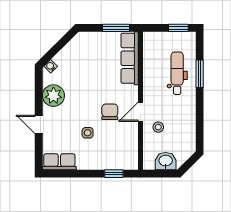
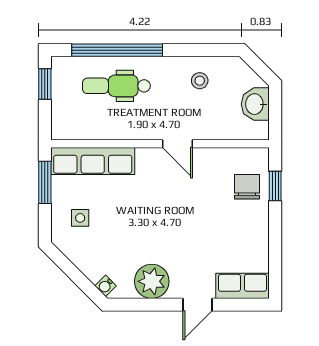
window: (200, 74) -> (117, 50), width x2.11
chair: (110, 112) -> (247, 187), moved, turned 90
stool: (158, 127) -> (200, 81), moved
side table: (88, 133) -> (80, 218), moved
row of seats: (59, 162) -> (243, 286), moved, turned 90

